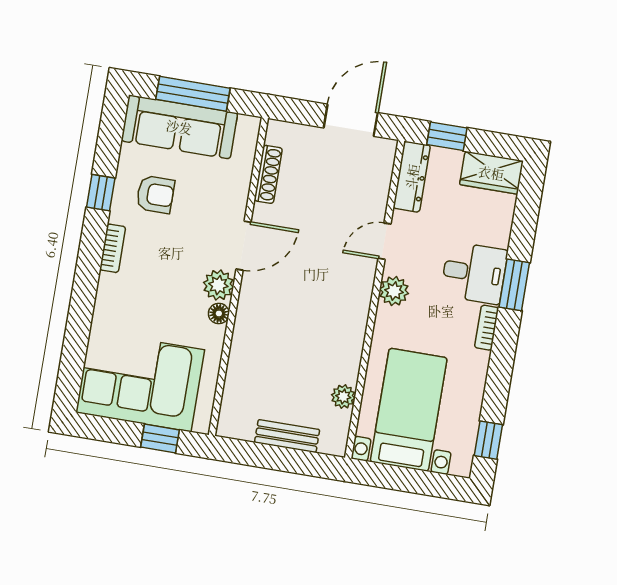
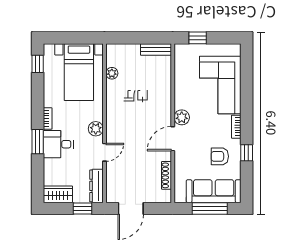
floor lamp: (219, 314) -> (179, 104), removed
corner sofa: (140, 381) -> (220, 85), moved, turned 90
bench: (287, 436) -> (156, 49), moved

